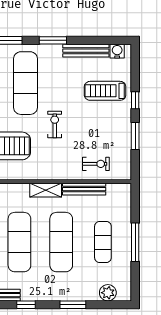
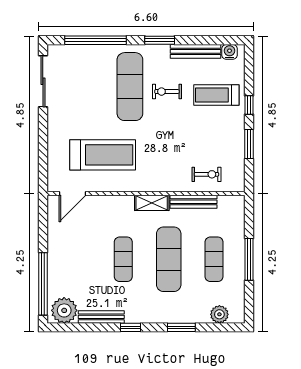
exercise bike: (55, 124) -> (167, 92), moved, turned -90
exercise mat: (19, 242) -> (123, 259), width x0.73, depth x0.69

